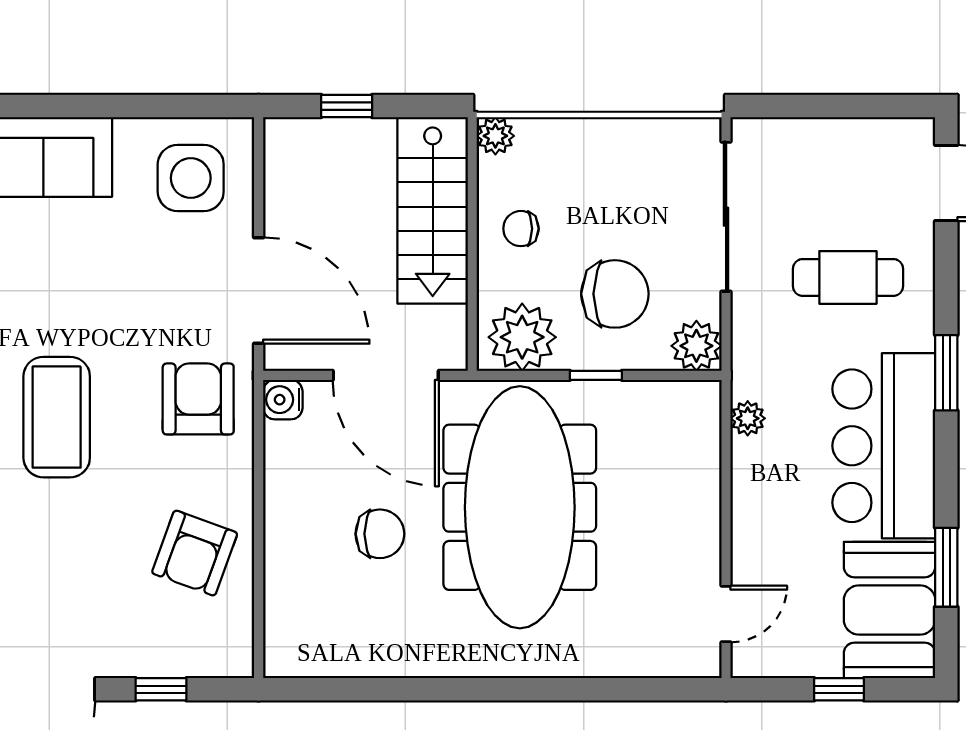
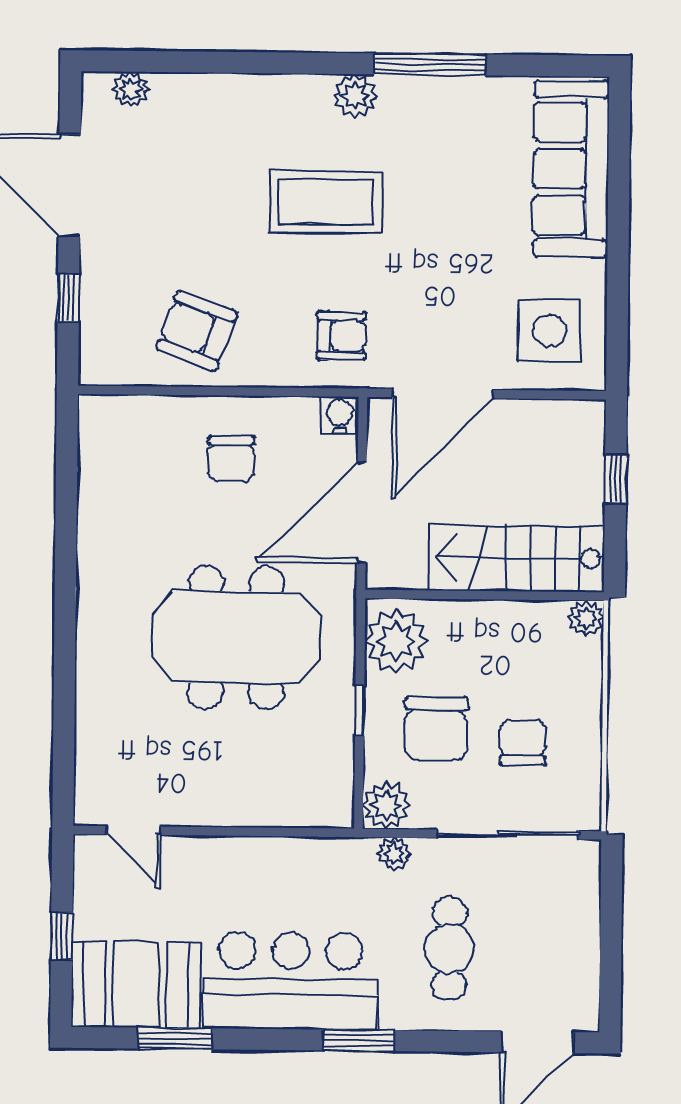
chair: (521, 229) -> (523, 742), moved, width x1.37, depth x1.37
armchair: (198, 399) -> (341, 336), width x0.72, depth x0.72
plant: (748, 418) -> (394, 854), moved
meeting table: (520, 507) -> (236, 637), width x0.73
chair: (380, 534) -> (231, 459), moved

